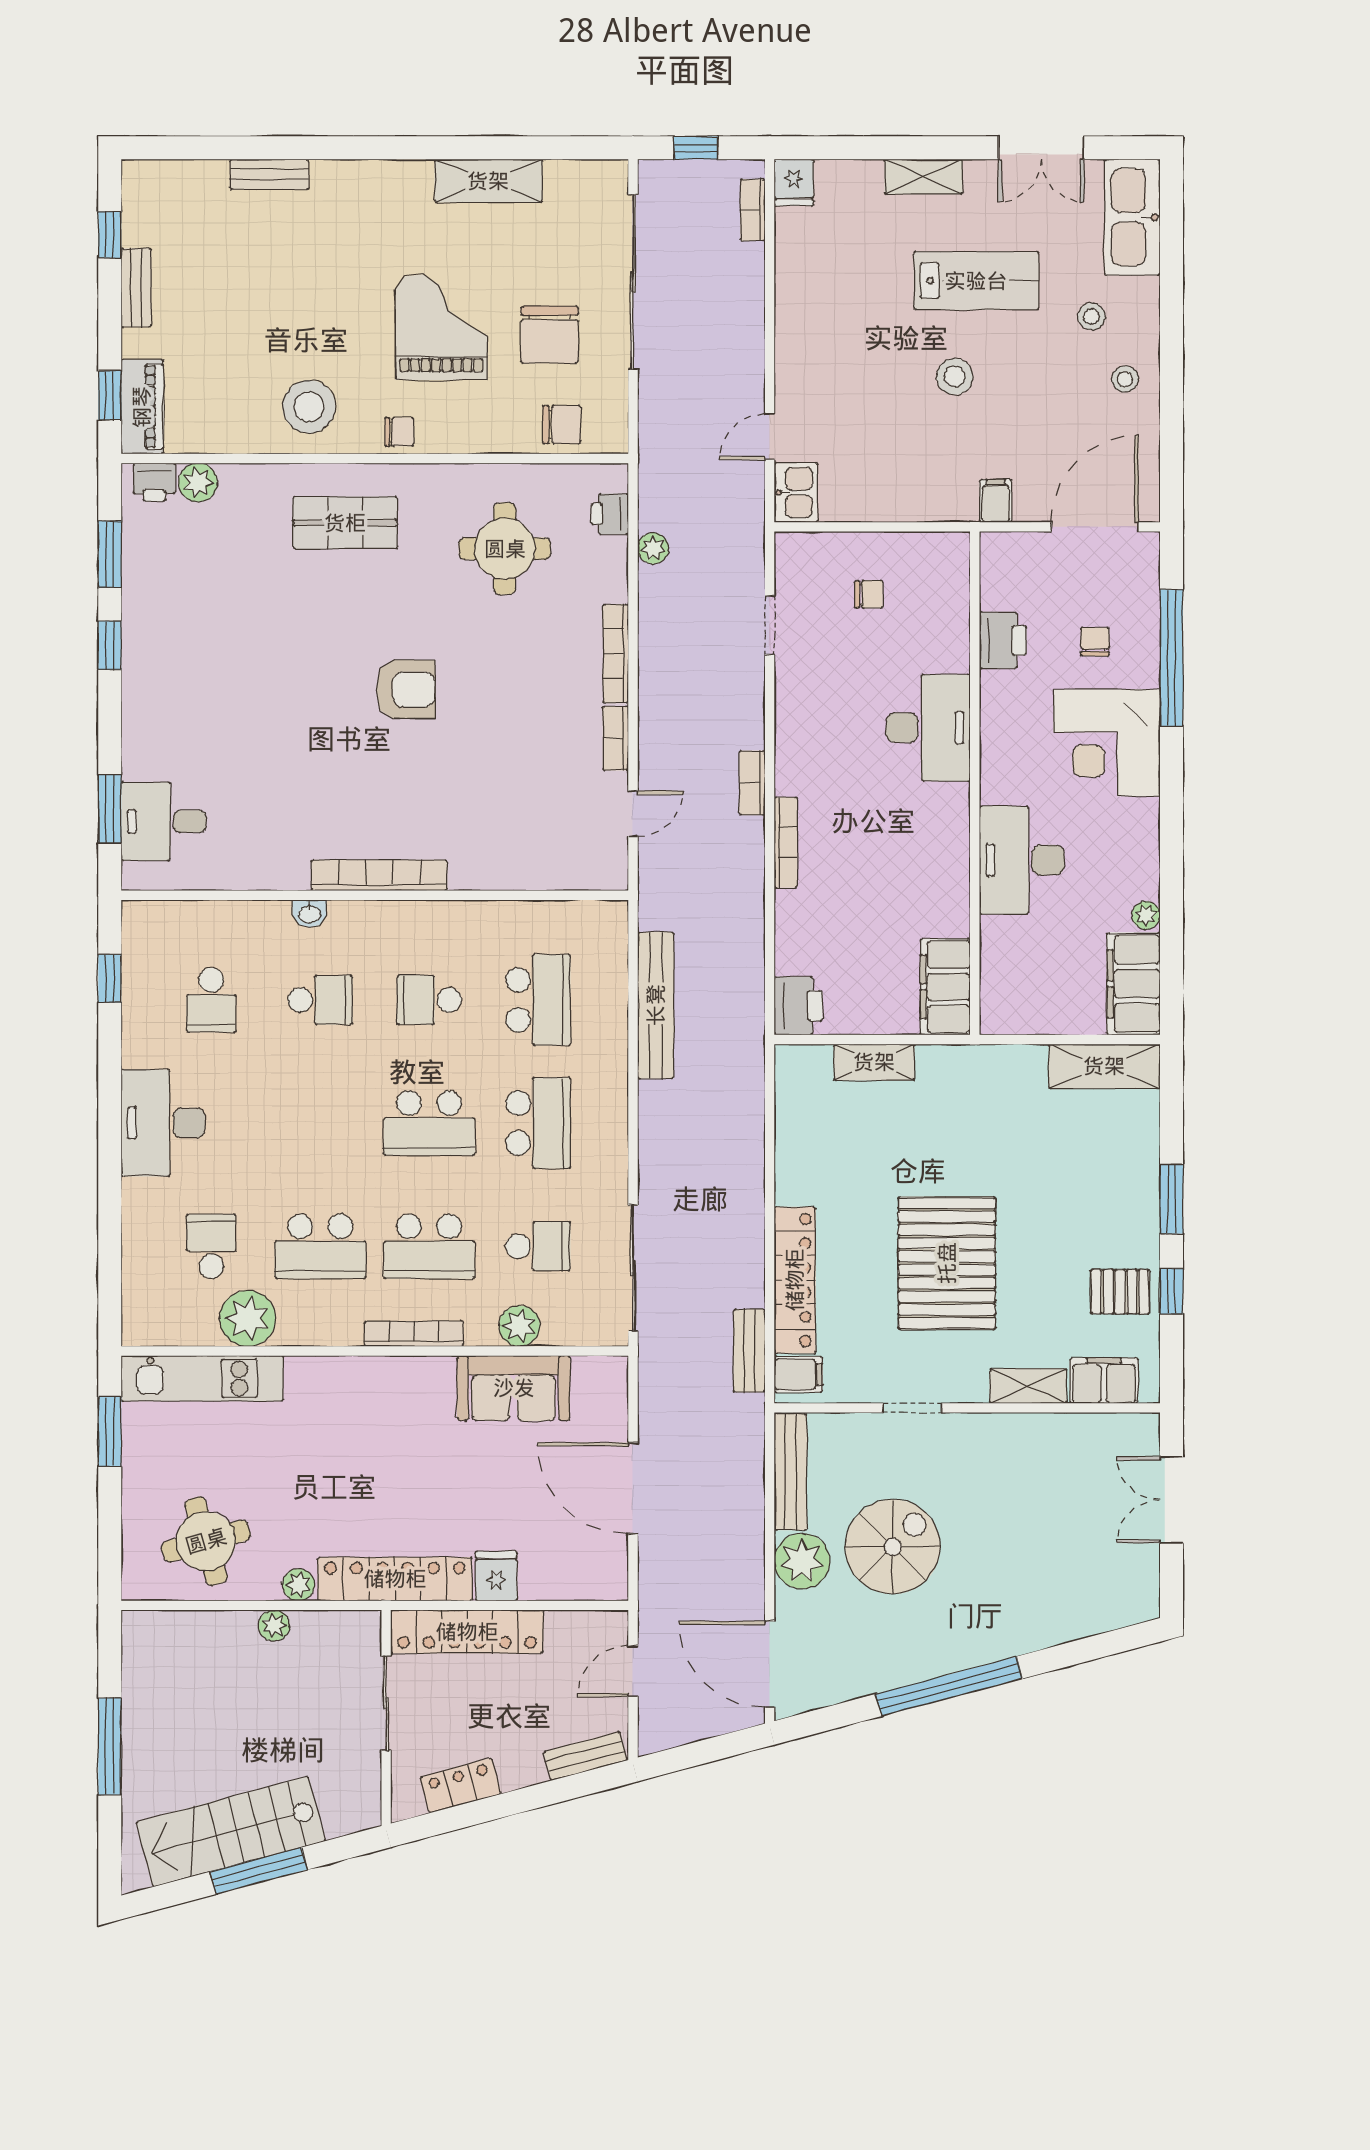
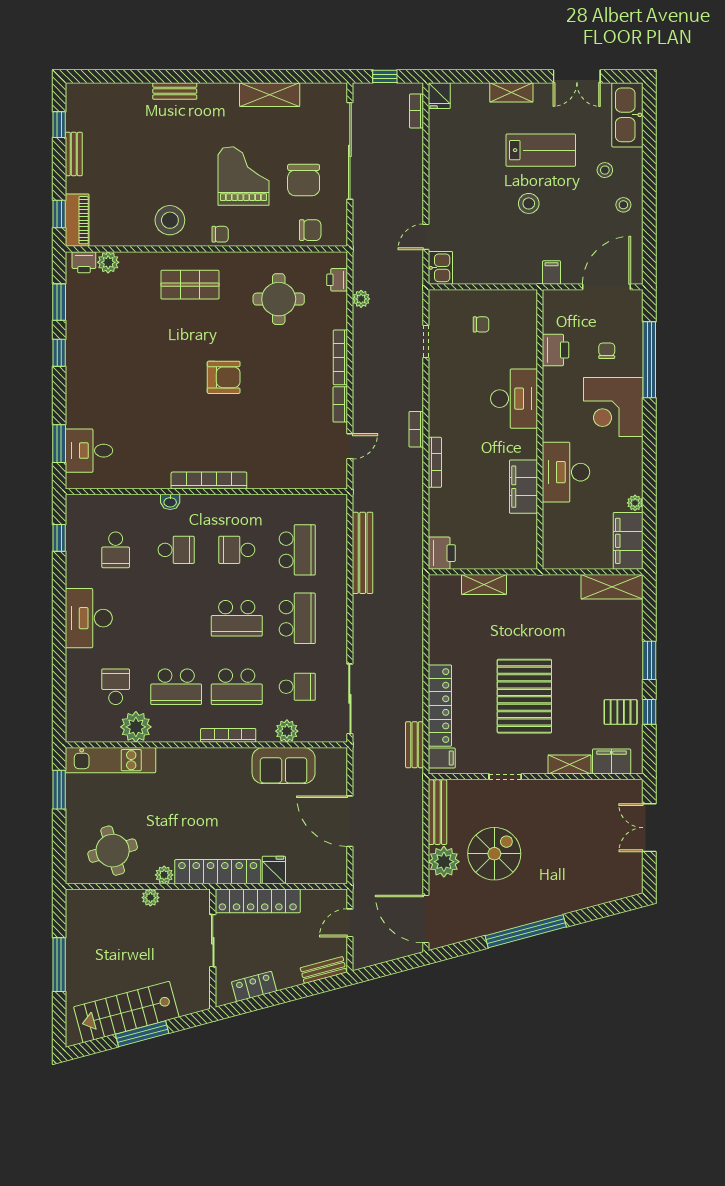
bench: (269, 174) -> (175, 91), moved
filing cabinet: (945, 987) -> (523, 487), moved

